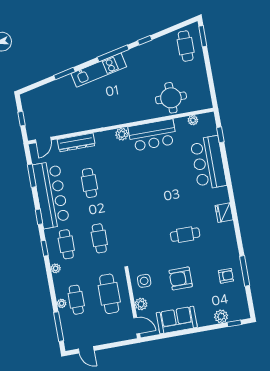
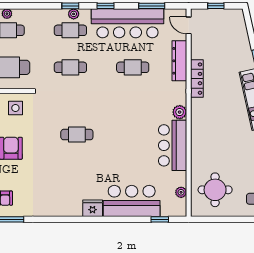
round table: (171, 98) -> (215, 190), moved
locker: (89, 124) -> (197, 79), added
fridge: (224, 213) -> (93, 208), moved
cafe table: (185, 235) -> (77, 135), moved, turned 90
plant: (56, 268) -> (74, 14), moved

